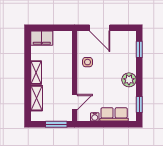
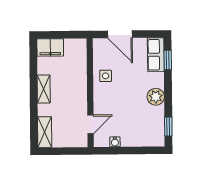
shelving: (37, 98) -> (45, 132), moved
row of seats: (114, 114) -> (156, 55), moved, turned -90
window: (56, 124) -> (69, 151), removed

